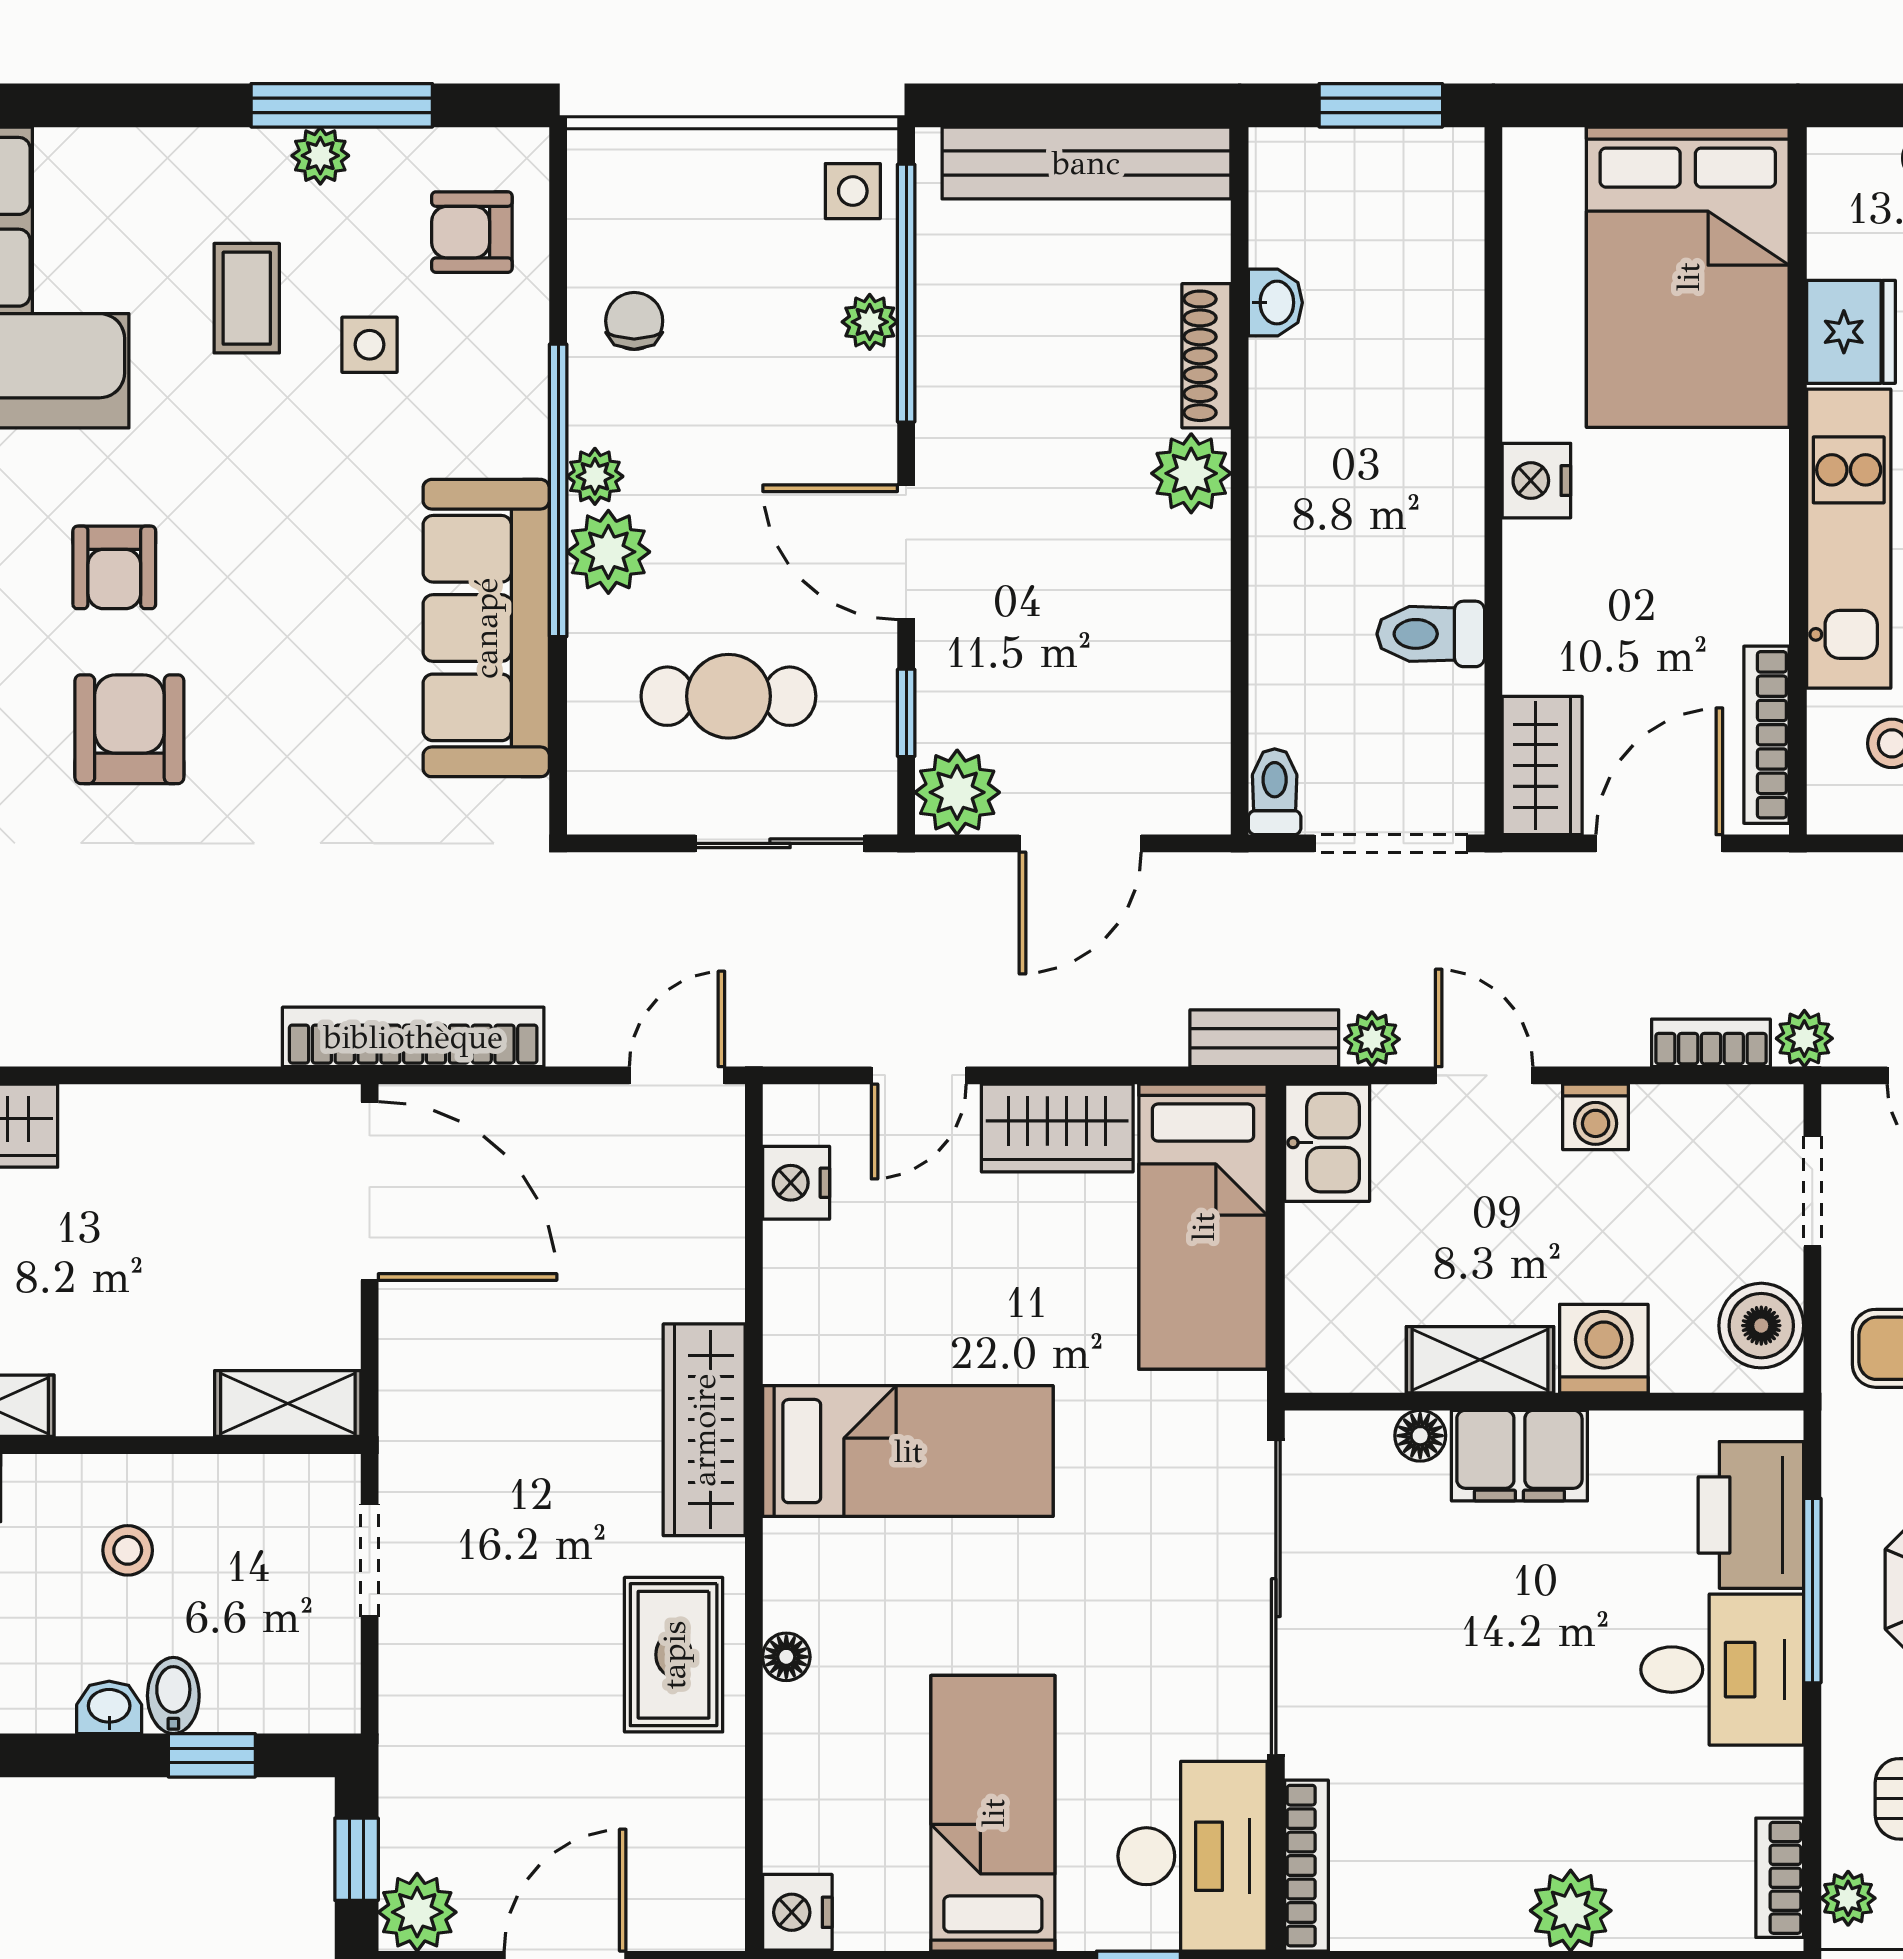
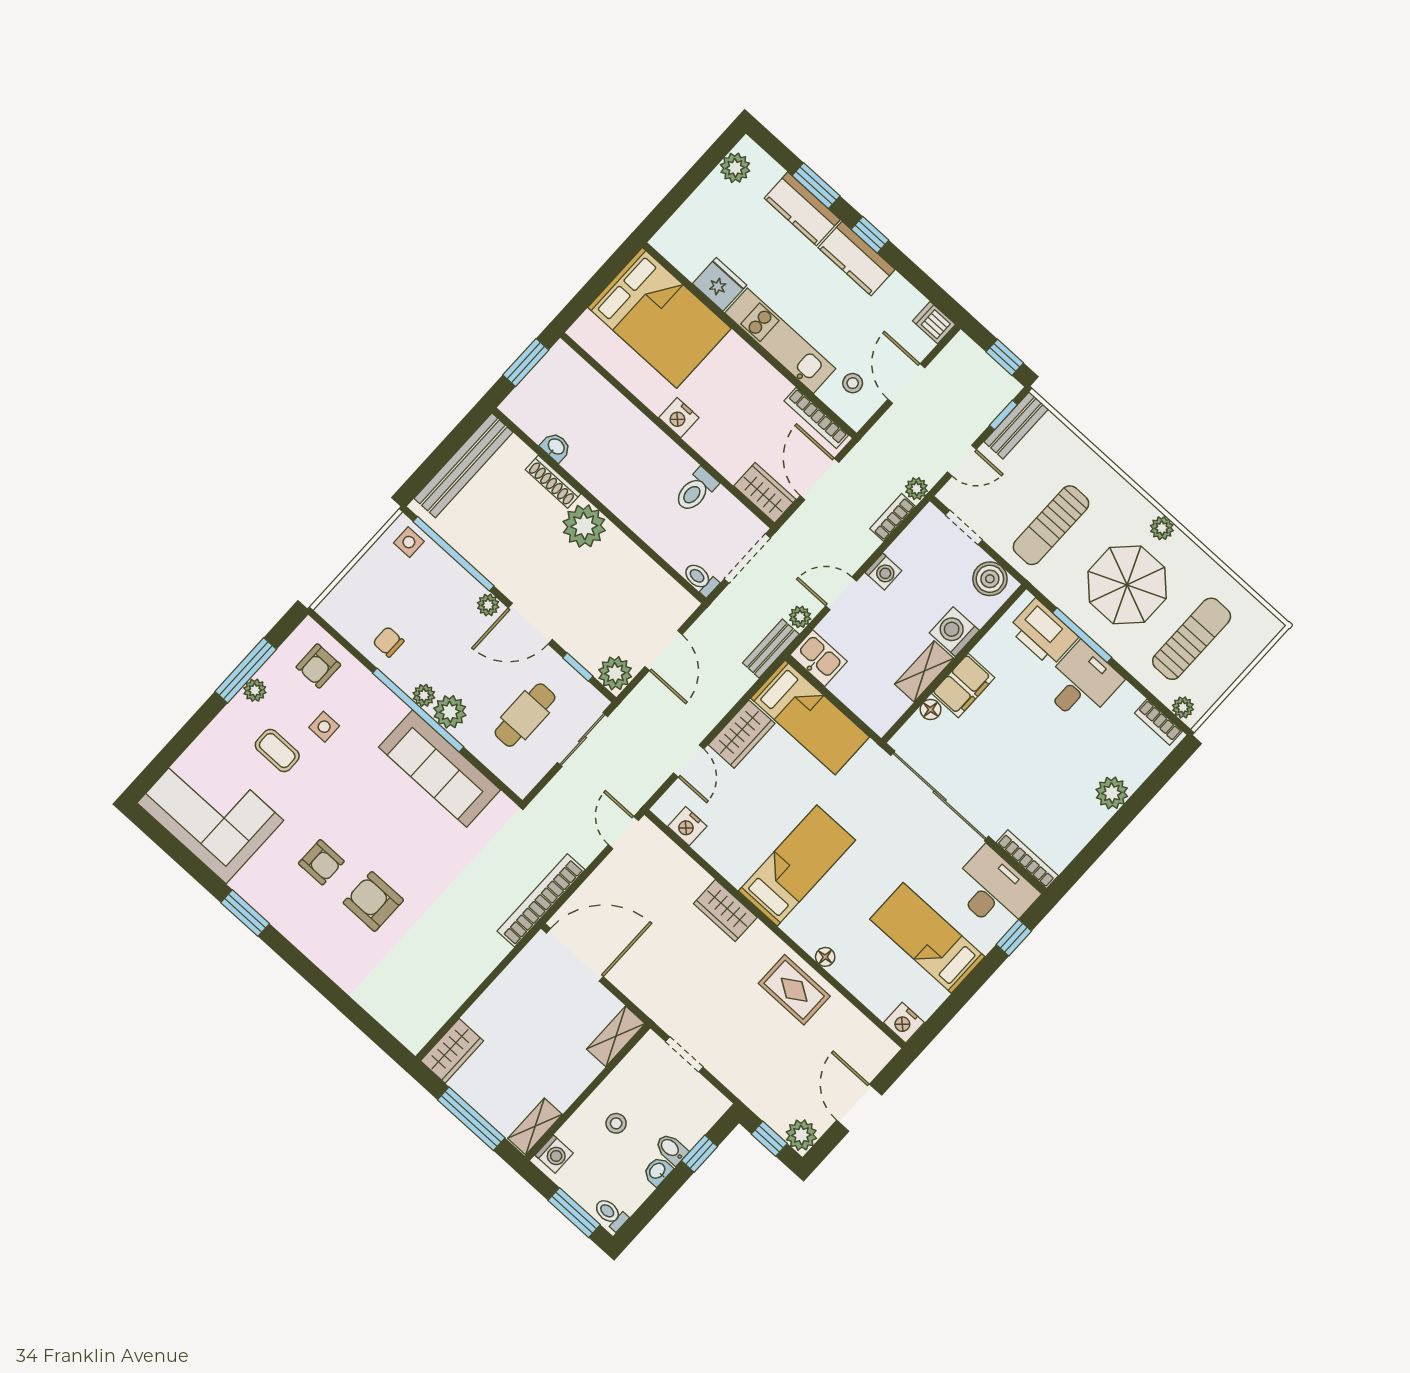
plant: (870, 322) -> (488, 605), moved
plant: (1191, 473) -> (584, 526), width x1.36, depth x1.36
wardrobe: (704, 1430) -> (725, 911), width x0.67

